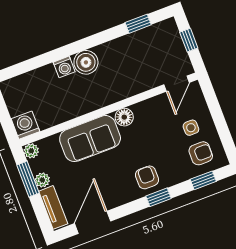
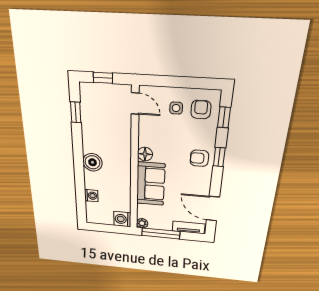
washing machine: (64, 67) -> (91, 196), moved
window: (28, 179) -> (161, 233), width x1.44
plant: (42, 180) -> (166, 226), removed

